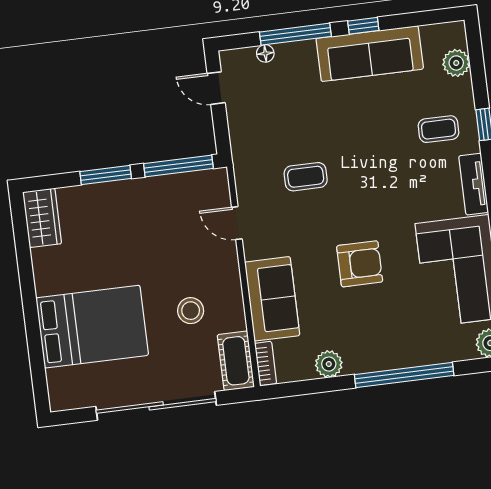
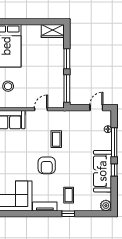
plant: (456, 63) -> (106, 206), moved
armchair: (360, 264) -> (47, 165), moved

